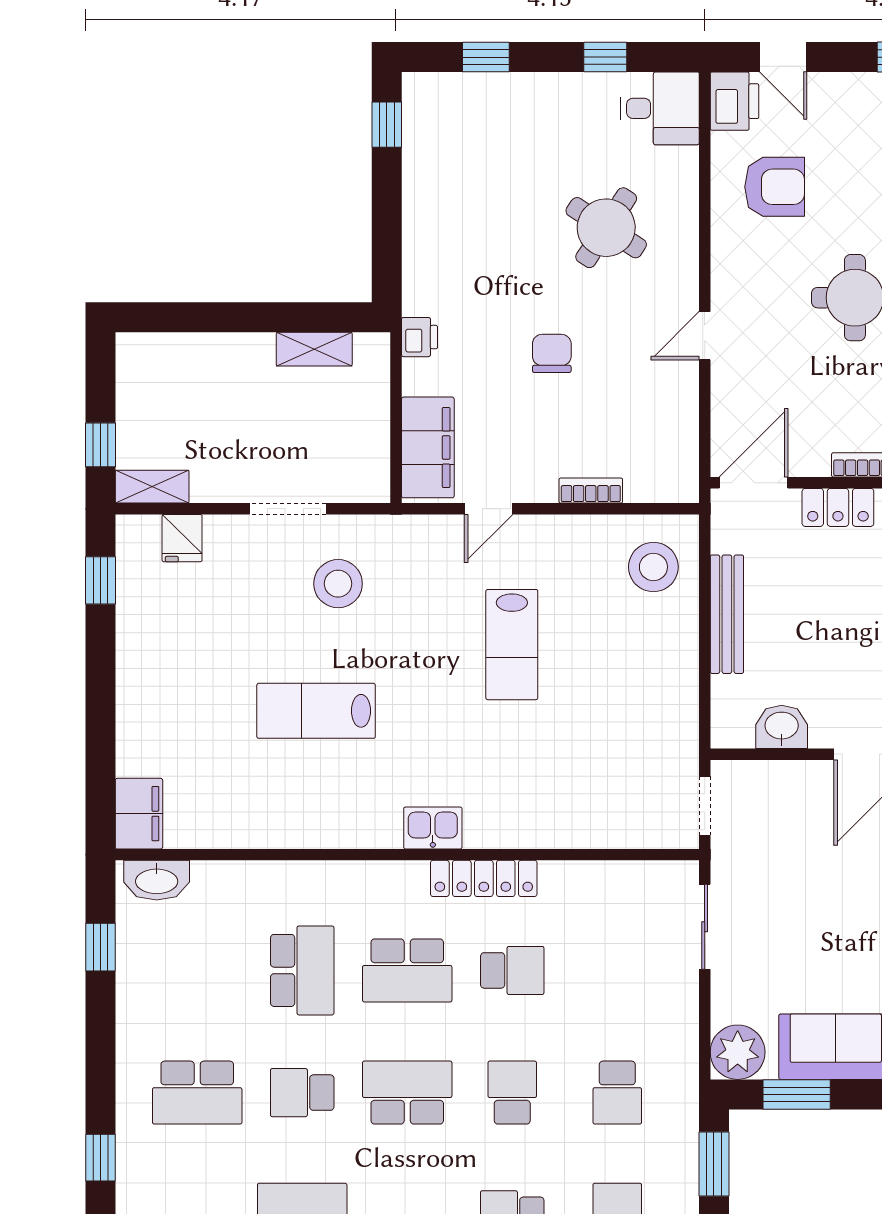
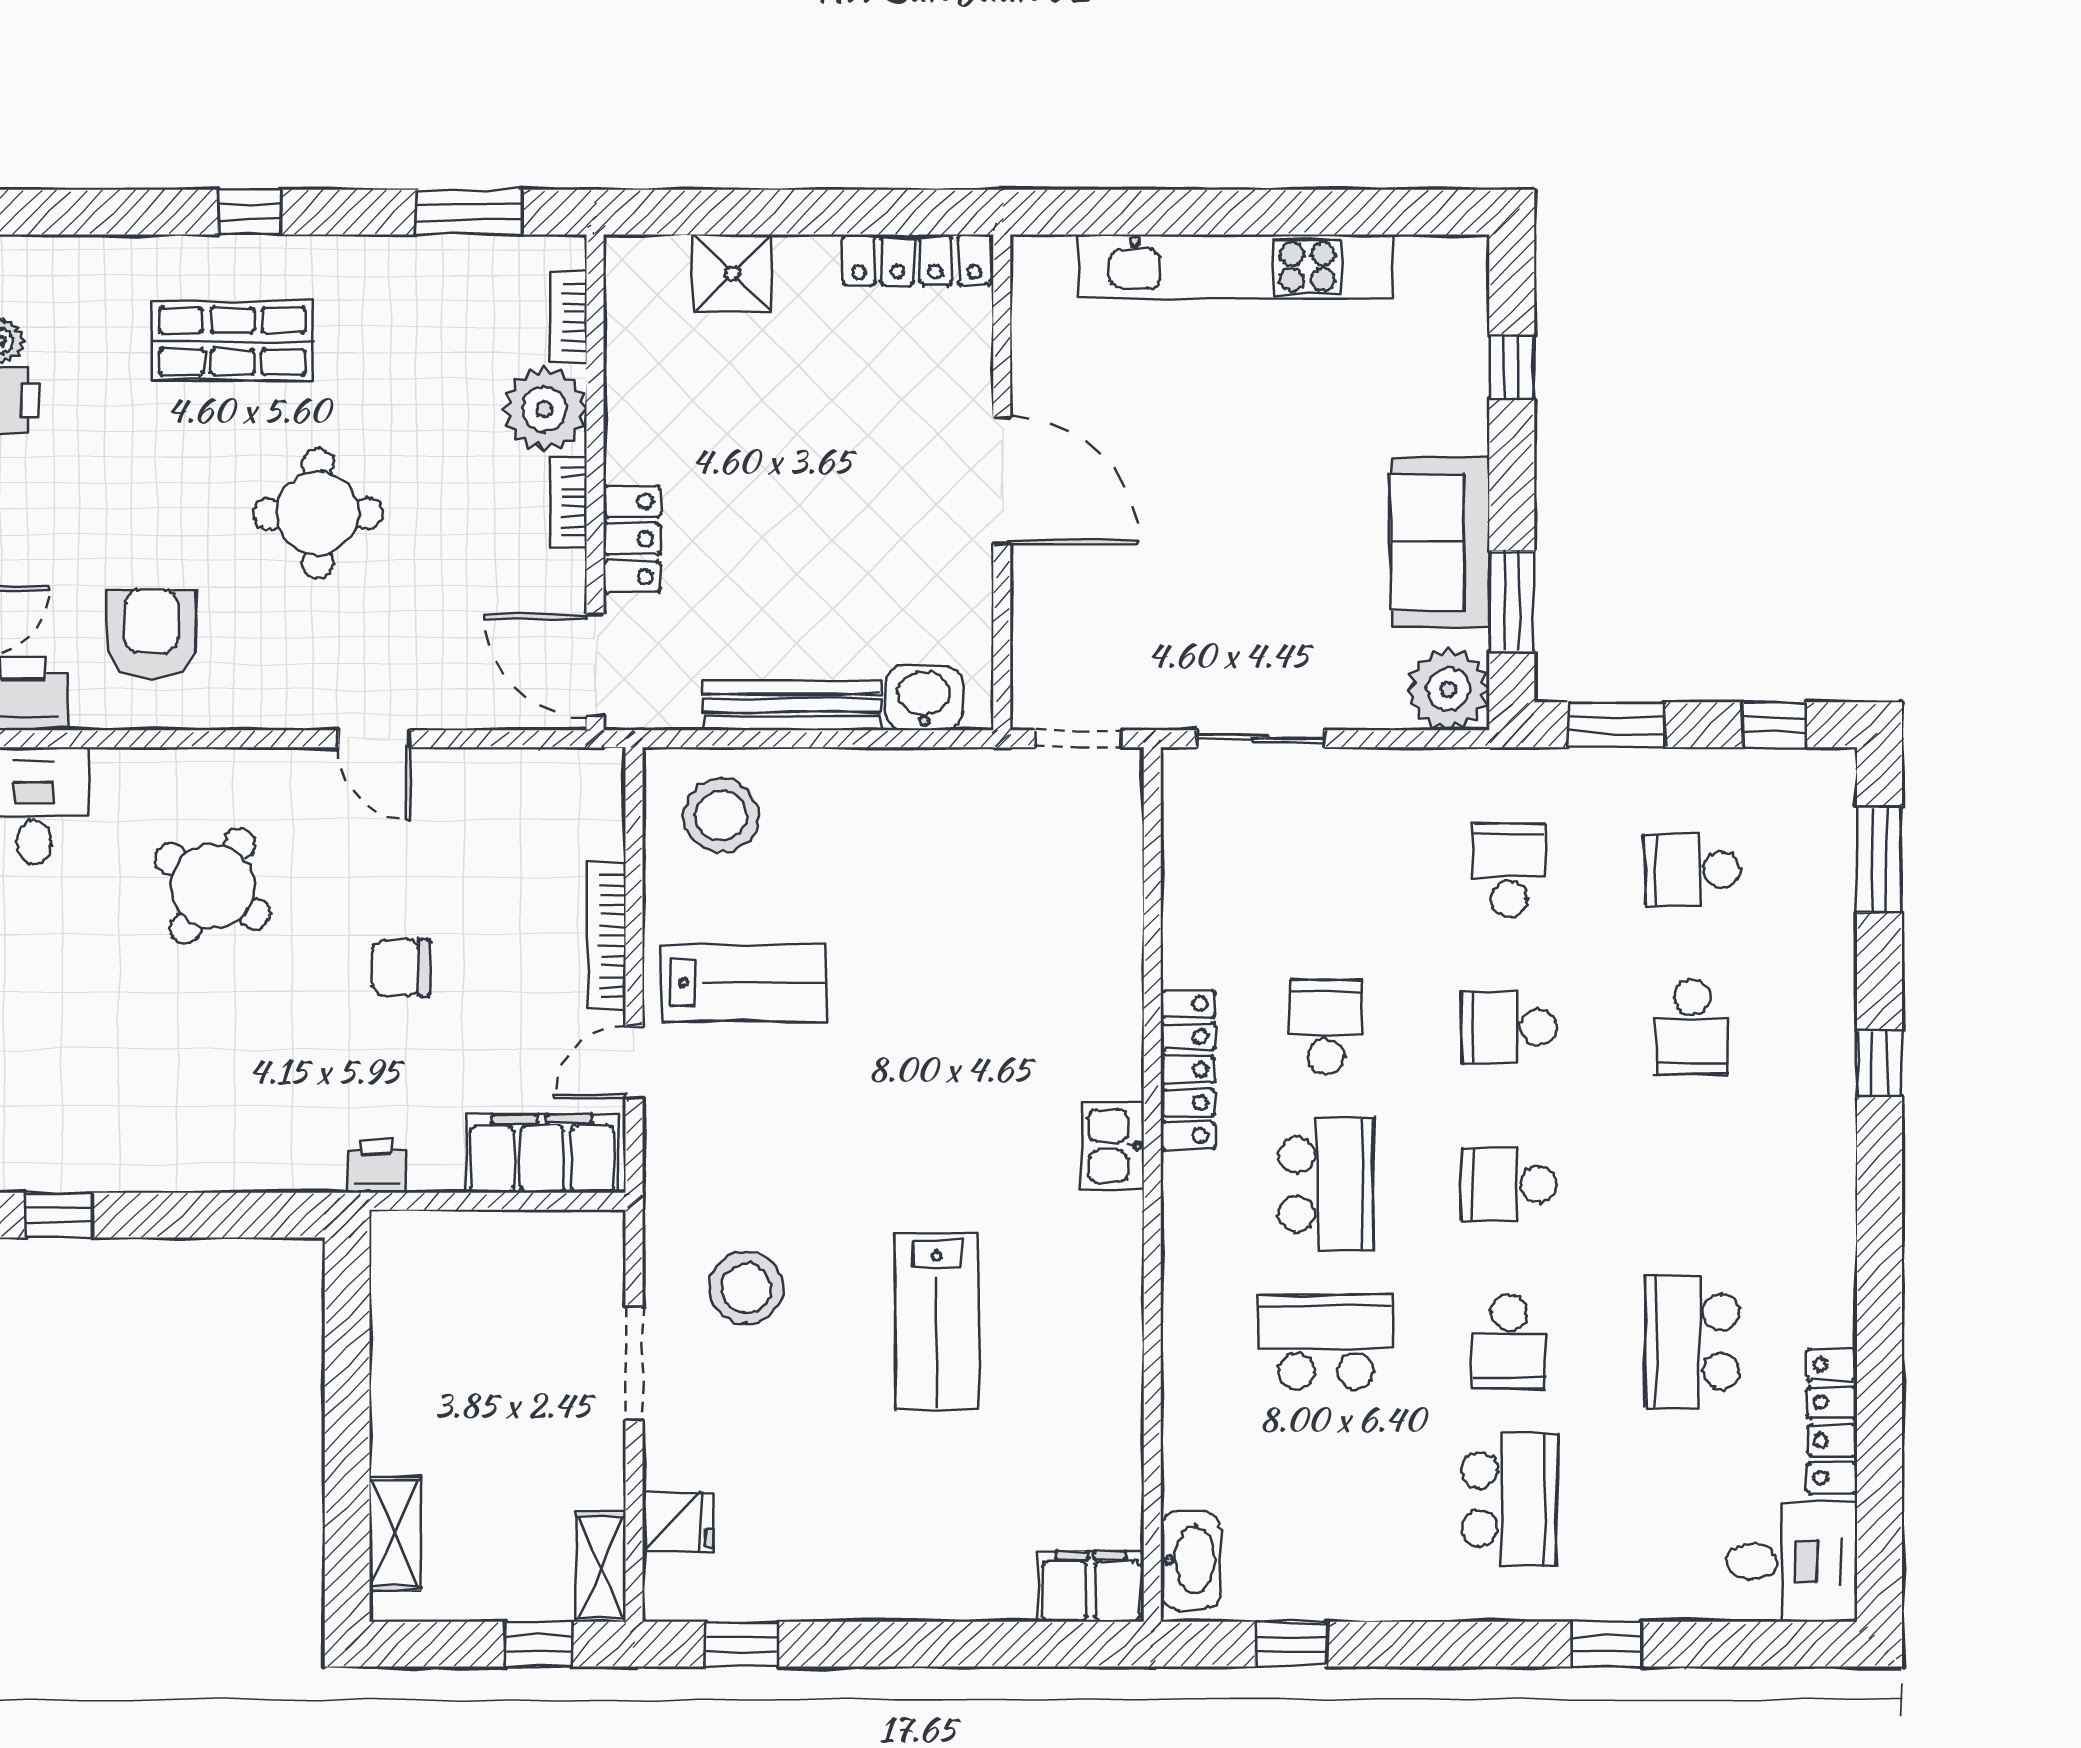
shelving: (314, 349) -> (395, 1533), moved
bookcase: (591, 491) -> (607, 936), width x1.56
door: (489, 509) -> (634, 1062), swing flipped
lab bench: (512, 645) -> (744, 983), moved
washbasin: (782, 727) -> (924, 698), moved, turned 90
school desk: (407, 1093) -> (1509, 1184), width x0.54
school desk: (617, 1093) -> (1509, 870), turned -90

